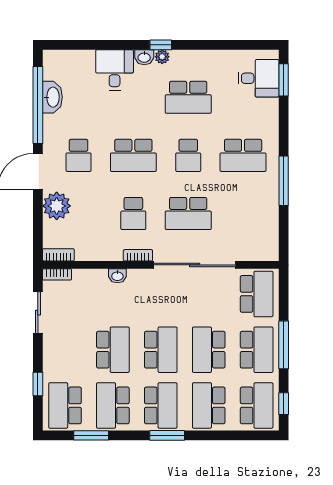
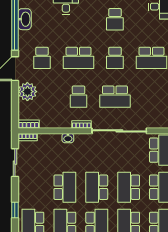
school desk: (188, 97) -> (115, 19), width x0.54
school desk: (161, 350) -> (97, 187), turned 180

